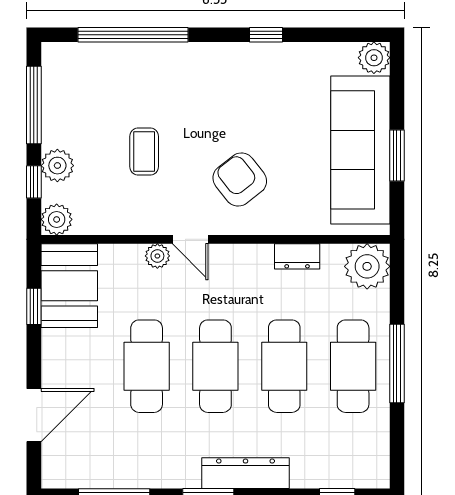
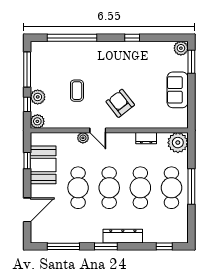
sofa: (360, 150) -> (178, 90), width x0.54, depth x0.79
window: (397, 155) -> (191, 62), moved
booth: (69, 286) -> (43, 165), moved

